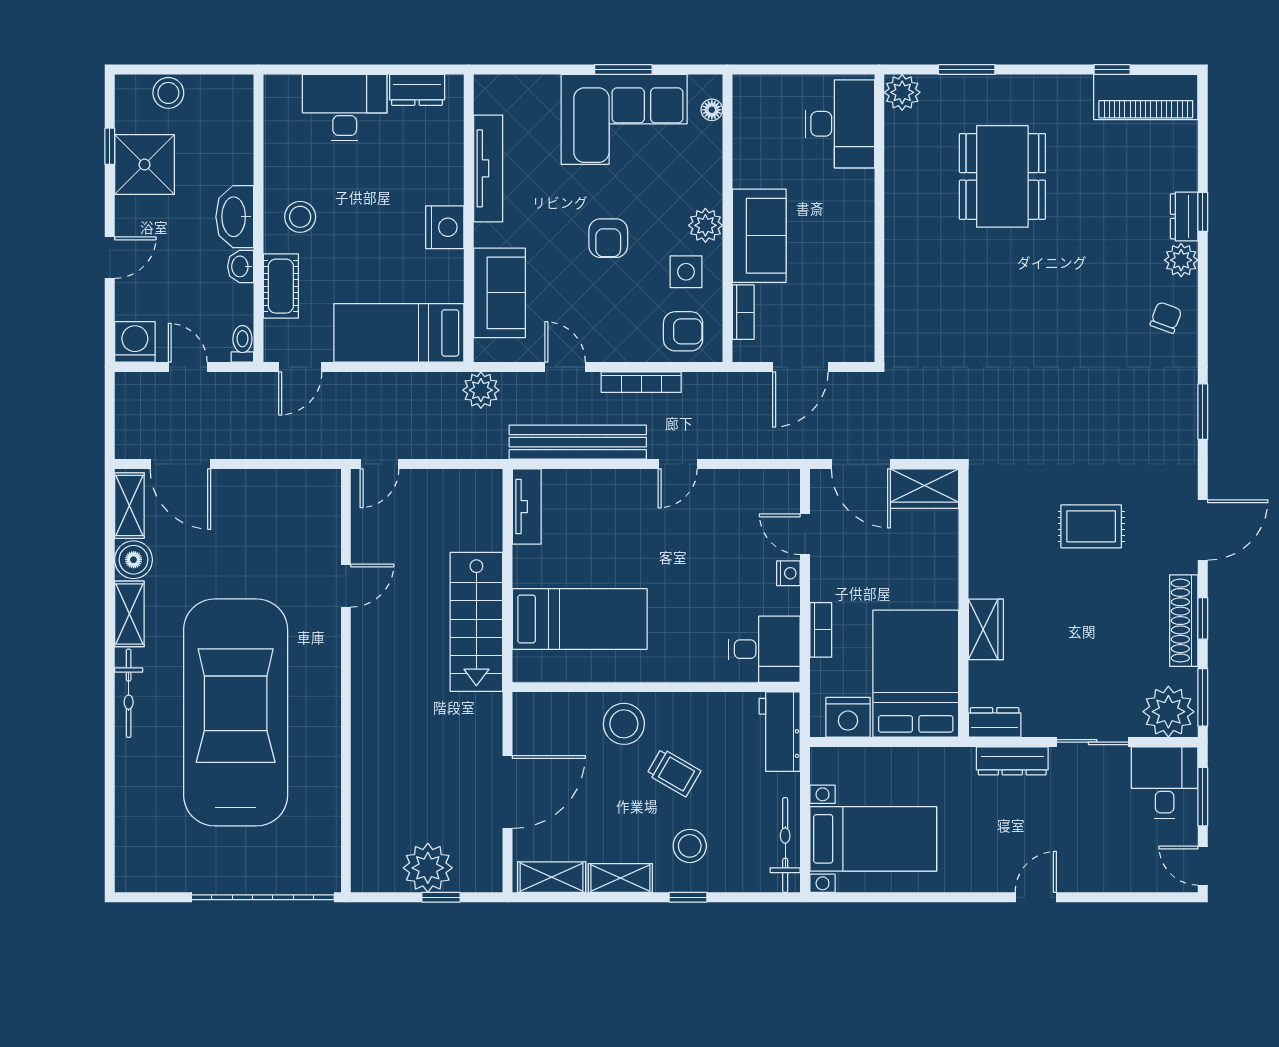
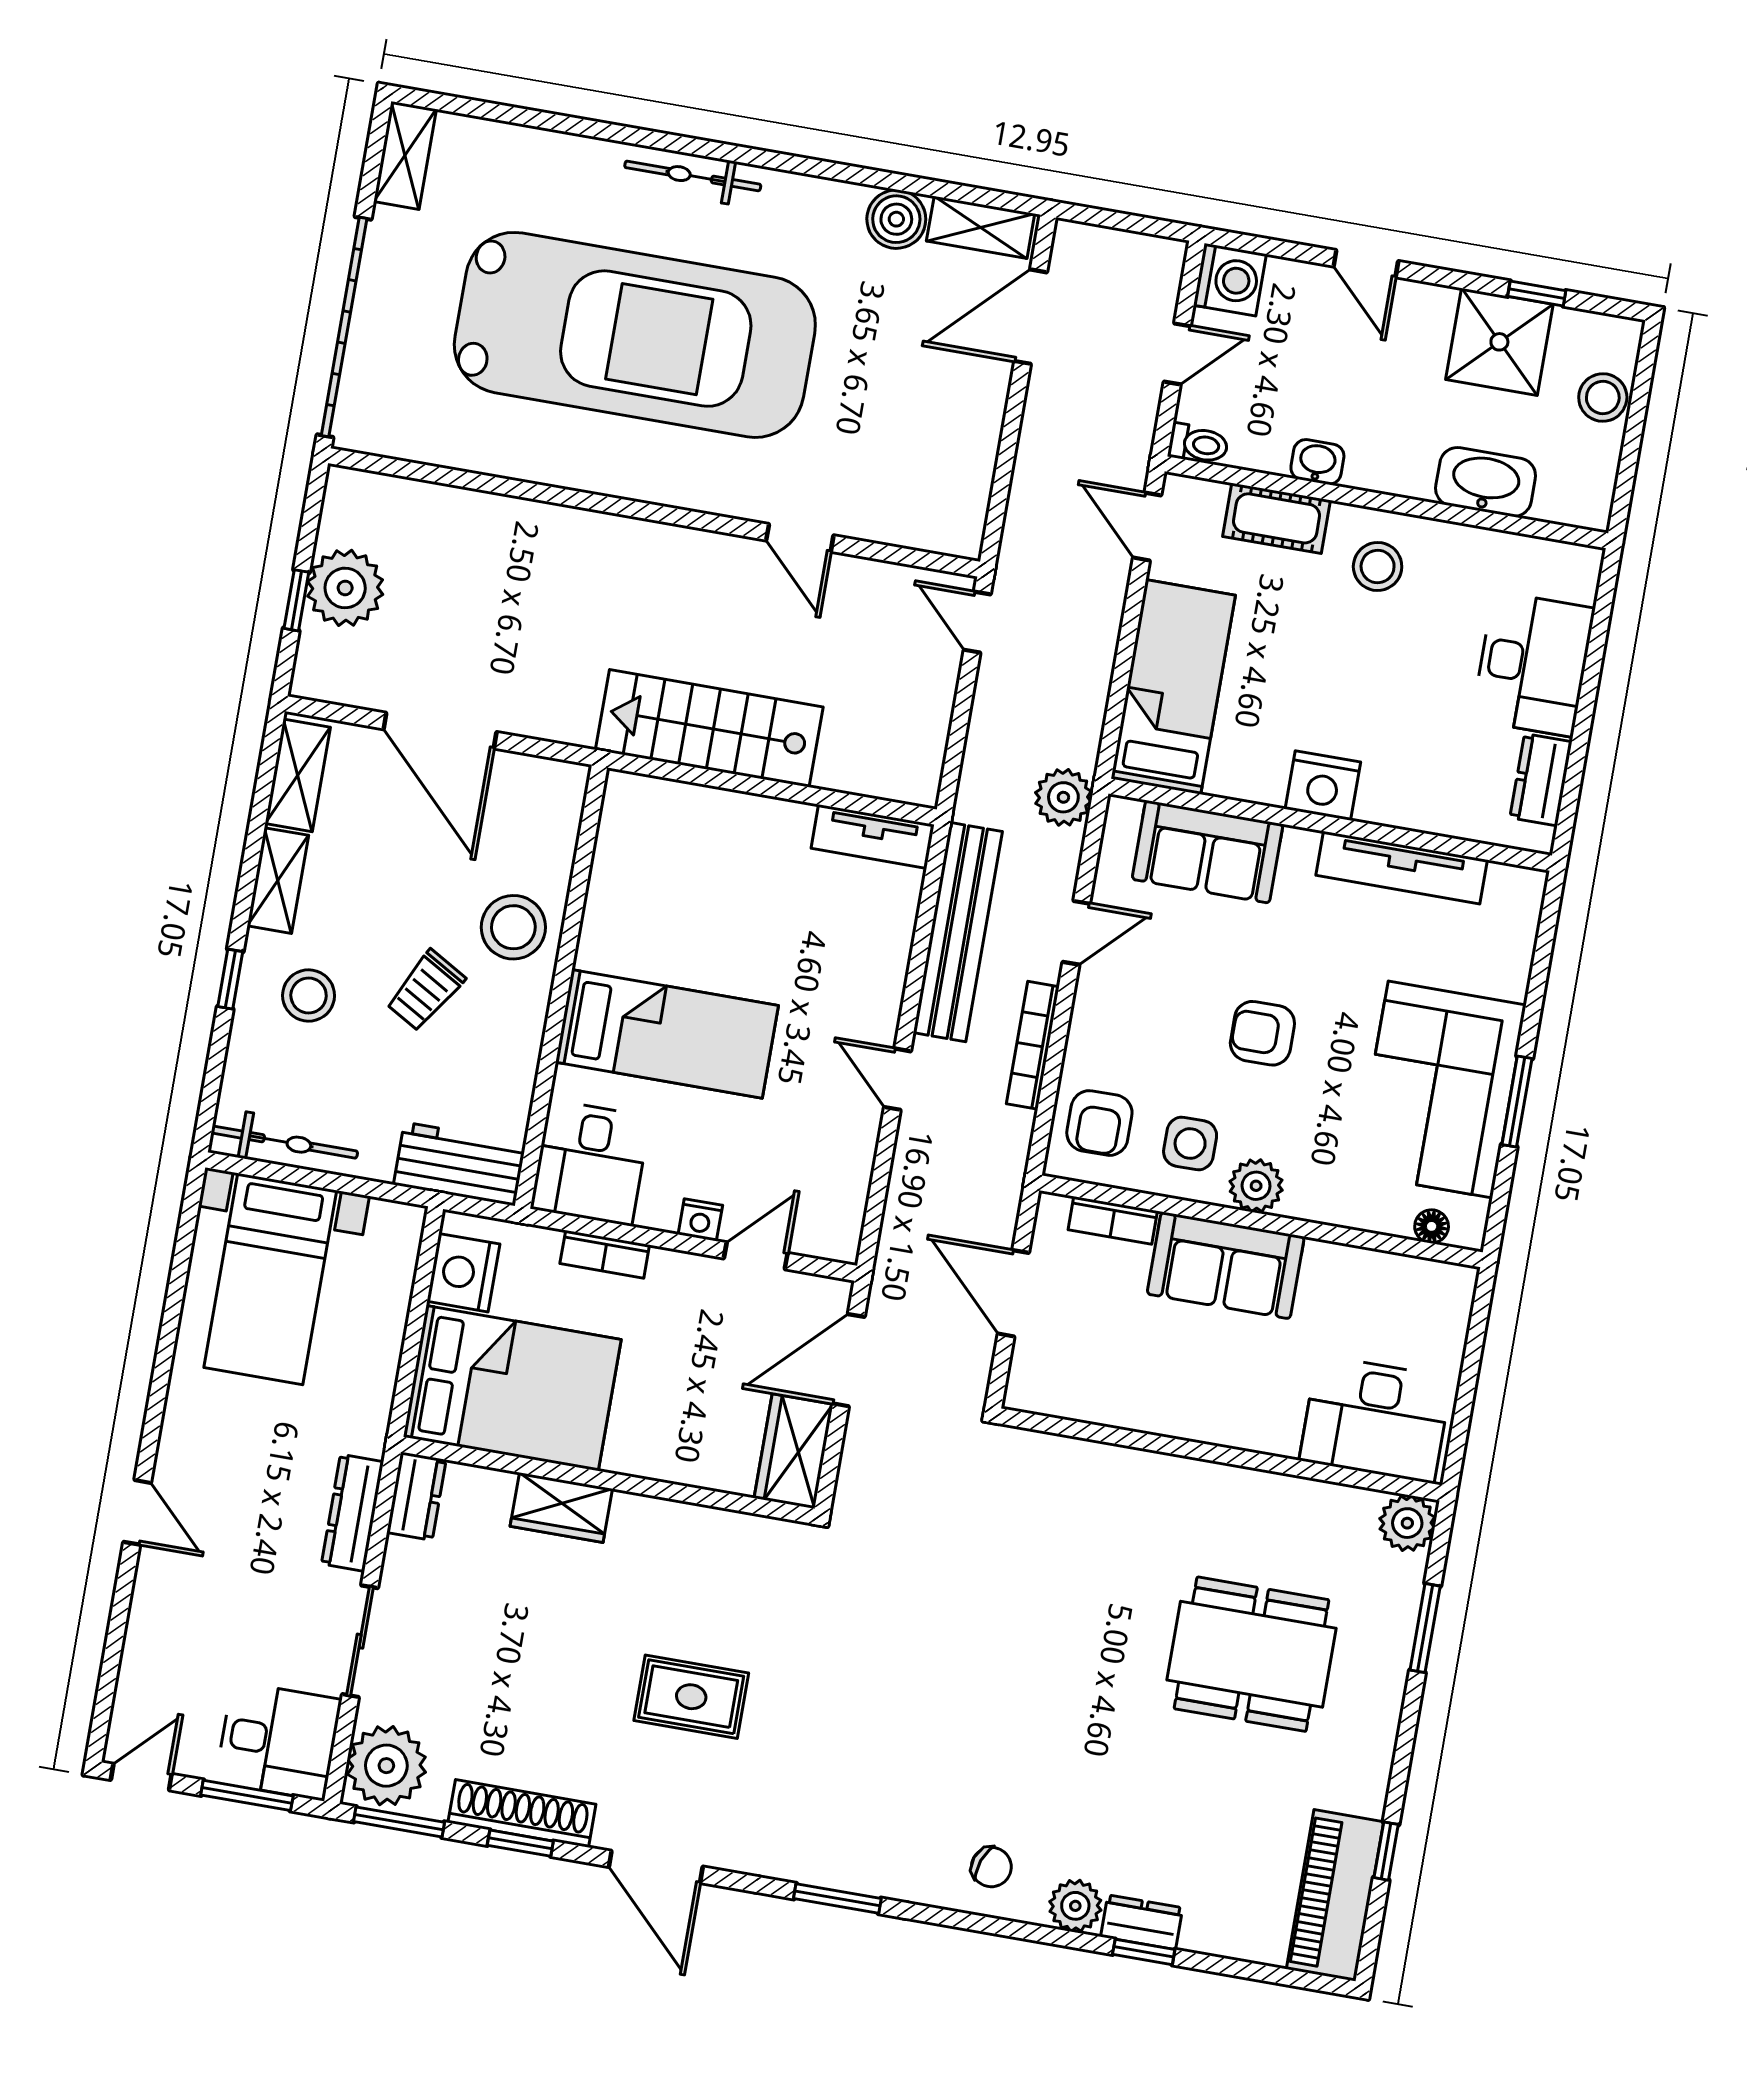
washbasin: (235, 217) -> (1486, 482), moved
rug: (1091, 526) -> (691, 1697), turned 90
shelving: (129, 614) -> (405, 155), moved, turned 90
bed: (580, 619) -> (667, 1034), moved, turned -90

